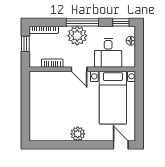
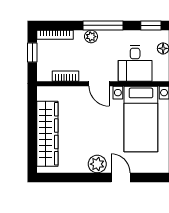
plant: (77, 36) -> (91, 37), width x0.53, depth x0.53
wardrobe: (38, 109) -> (47, 134), added
door: (121, 145) -> (121, 178), moved

